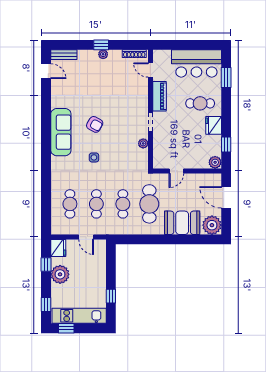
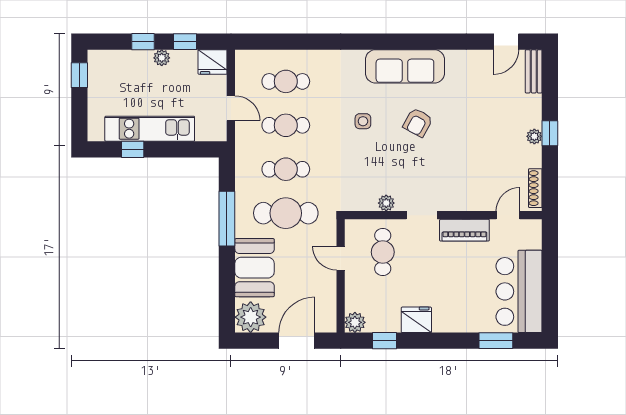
cafe table: (200, 103) -> (383, 252), moved
door: (86, 237) -> (231, 108), swing flipped
window: (153, 239) -> (227, 219), added
plant: (60, 274) -> (162, 58), width x0.53, depth x0.53
window: (46, 304) -> (143, 42), moved
kitchen unit: (79, 316) -> (150, 129), moved, turned -90

